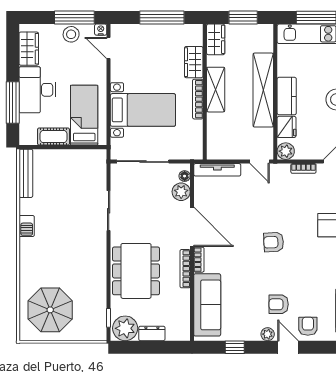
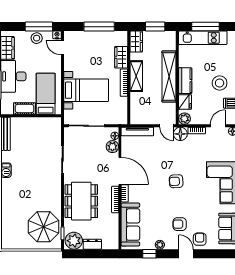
floor lamp: (280, 173) -> (180, 134), added
parasol: (50, 310) -> (43, 227), moved
plant: (268, 334) -> (160, 245), moved

